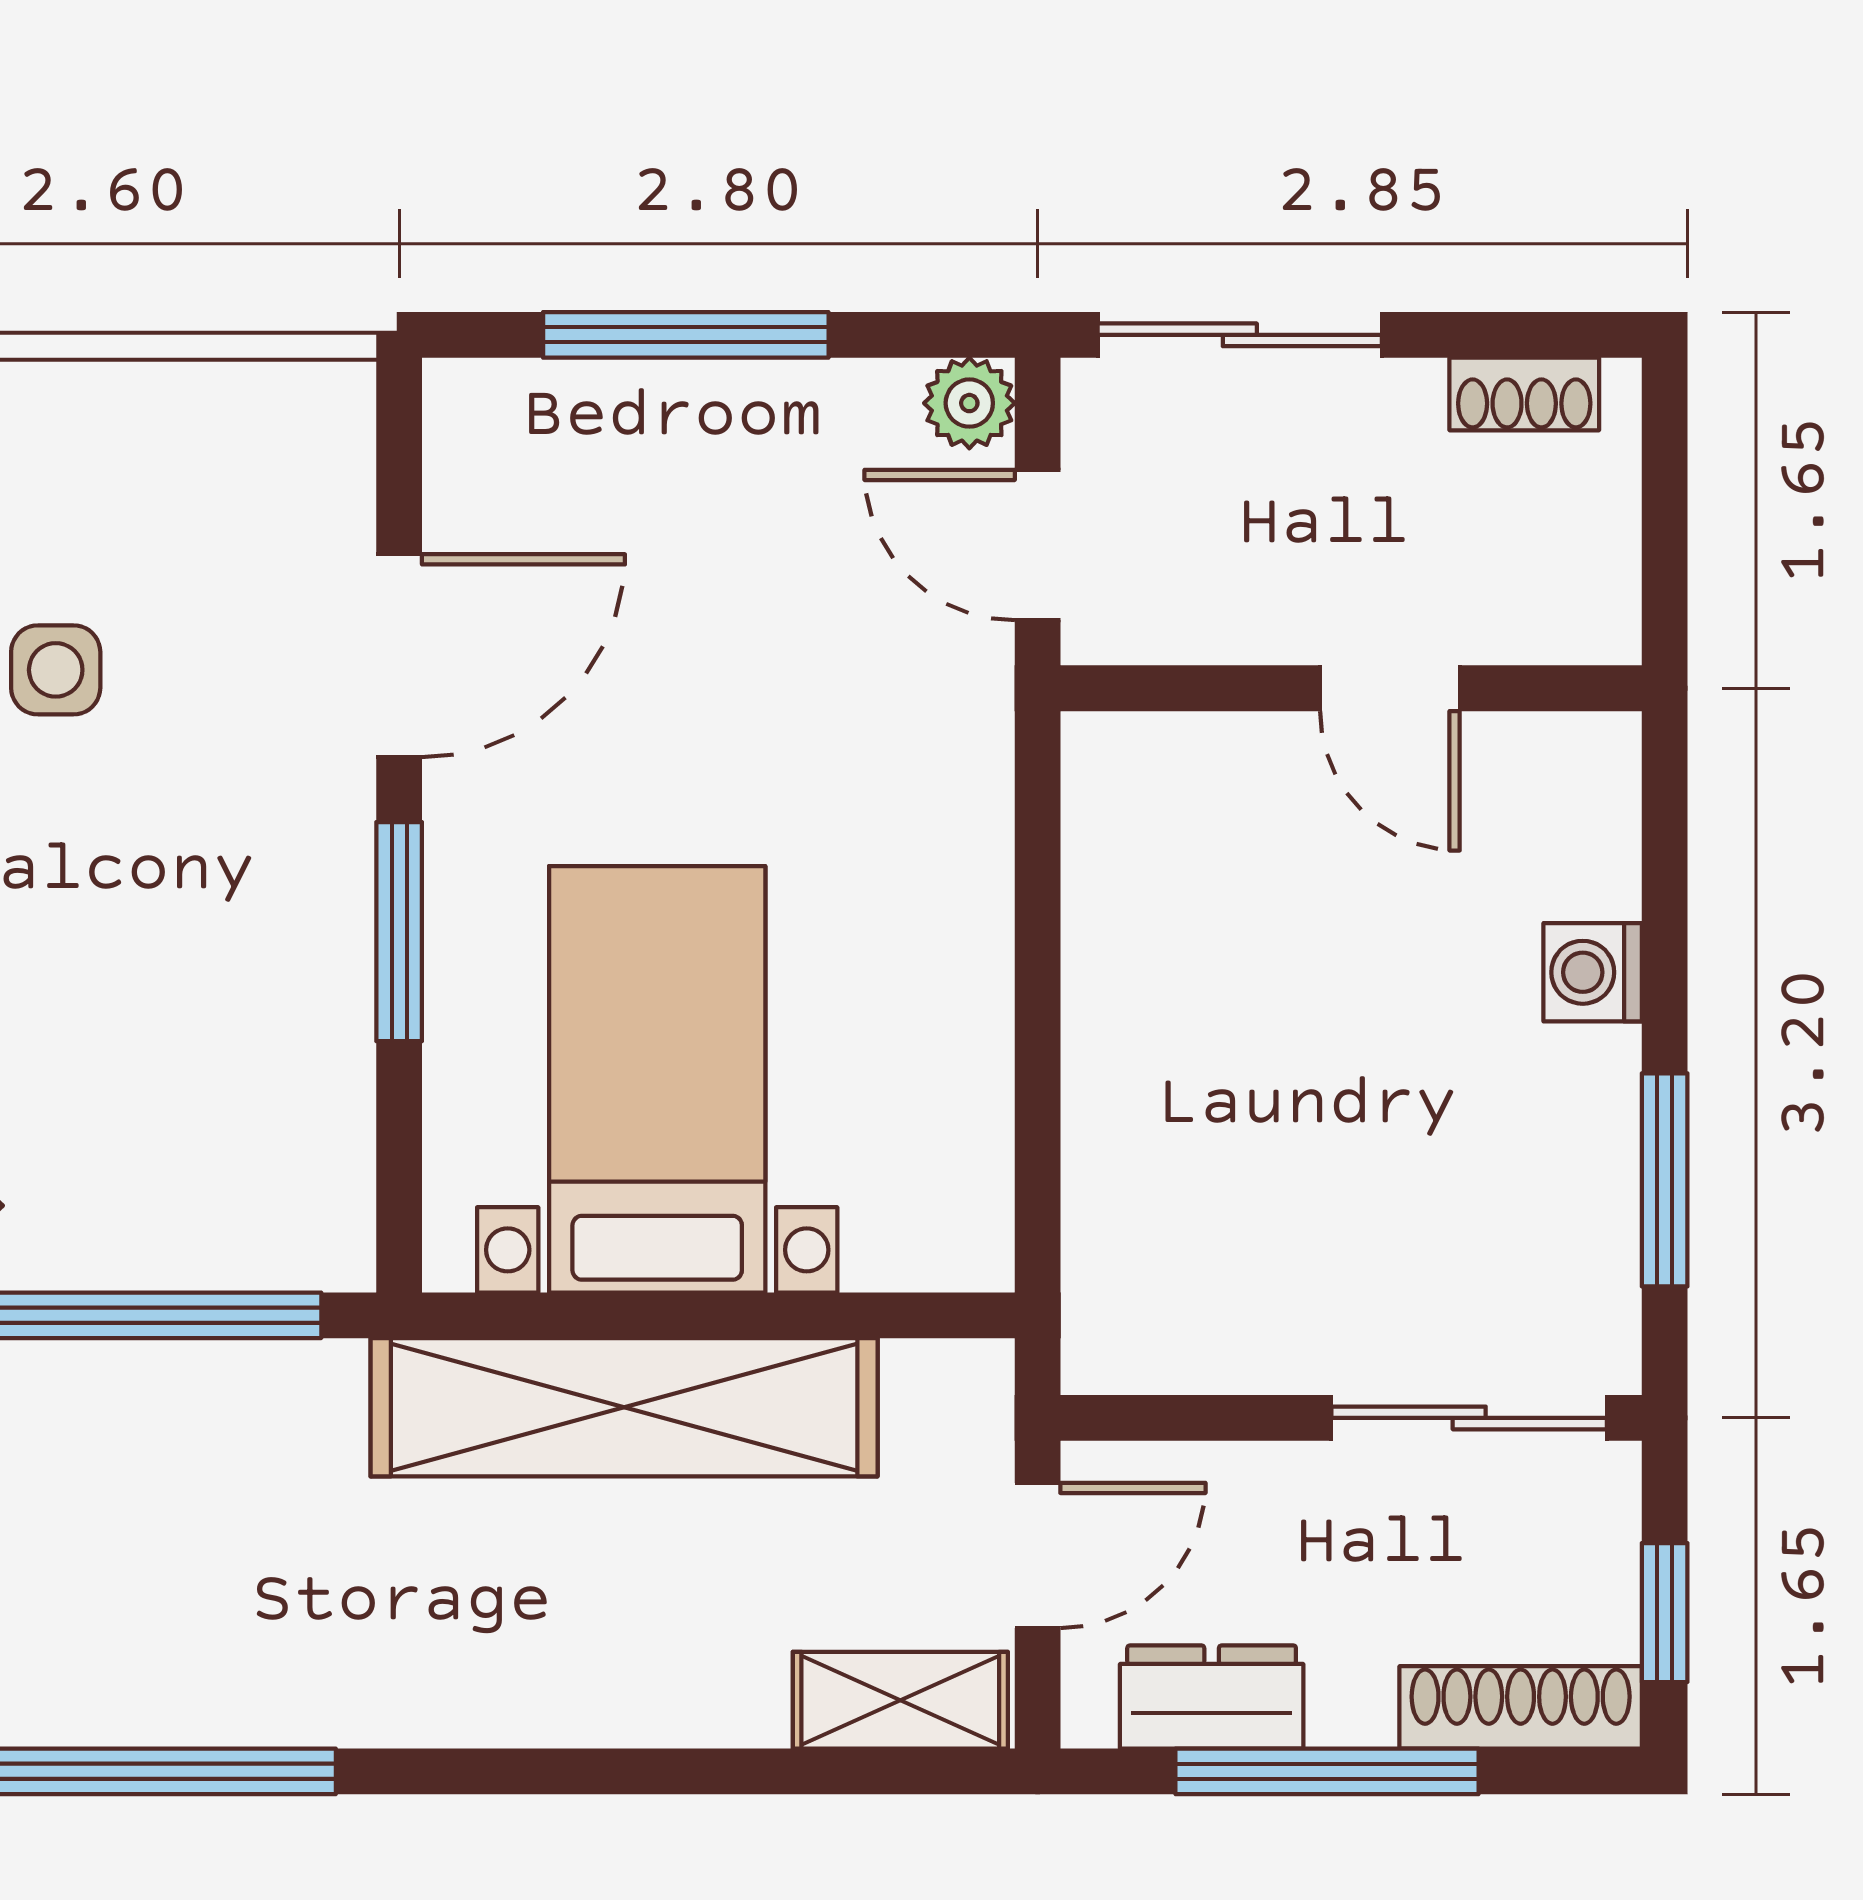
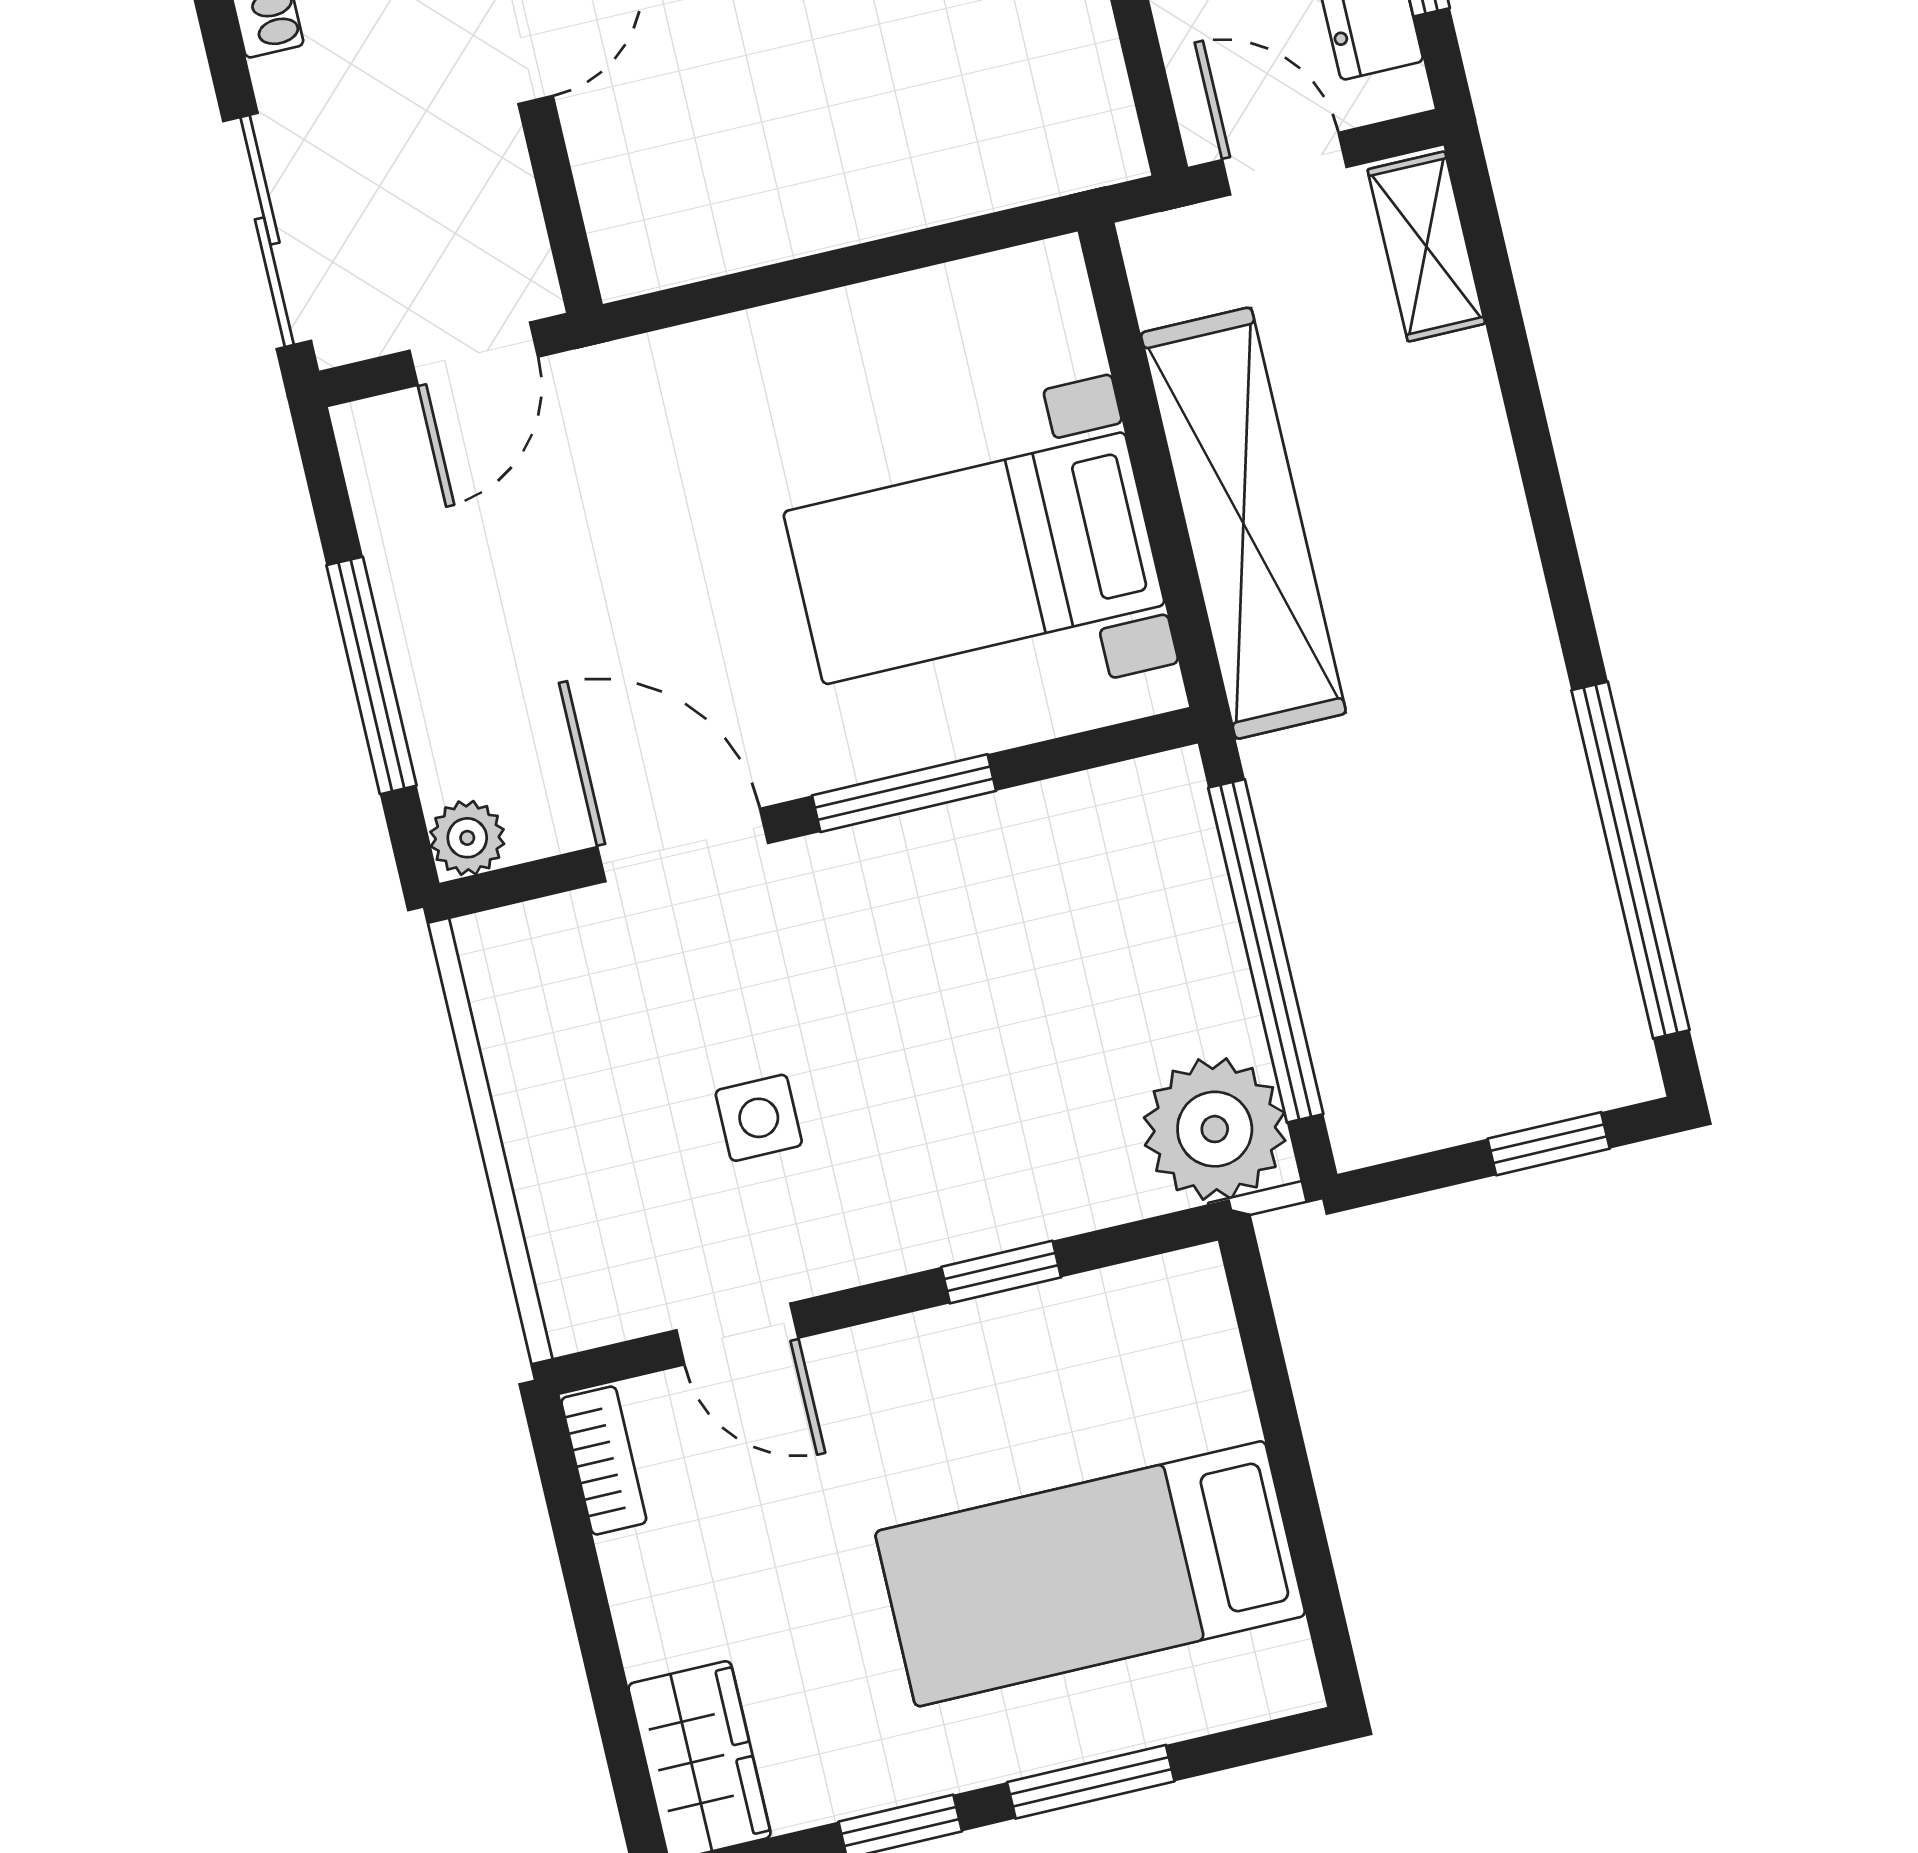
plant: (969, 403) -> (467, 838), moved

